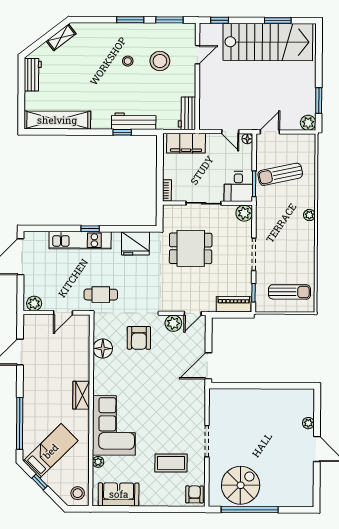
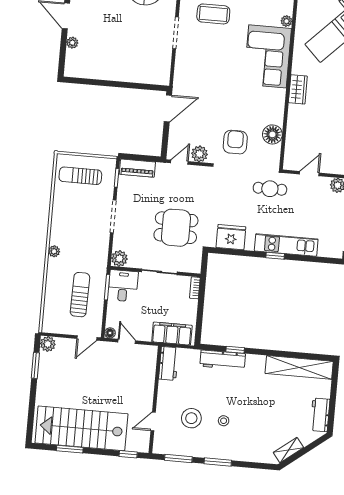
sun lounger: (280, 174) -> (80, 295), turned -77

